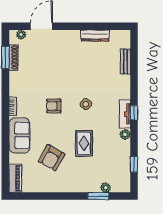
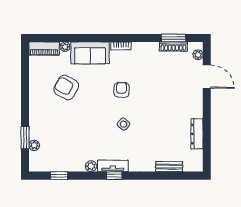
rug: (84, 143) -> (81, 122), removed
plant: (14, 159) -> (65, 47), added

